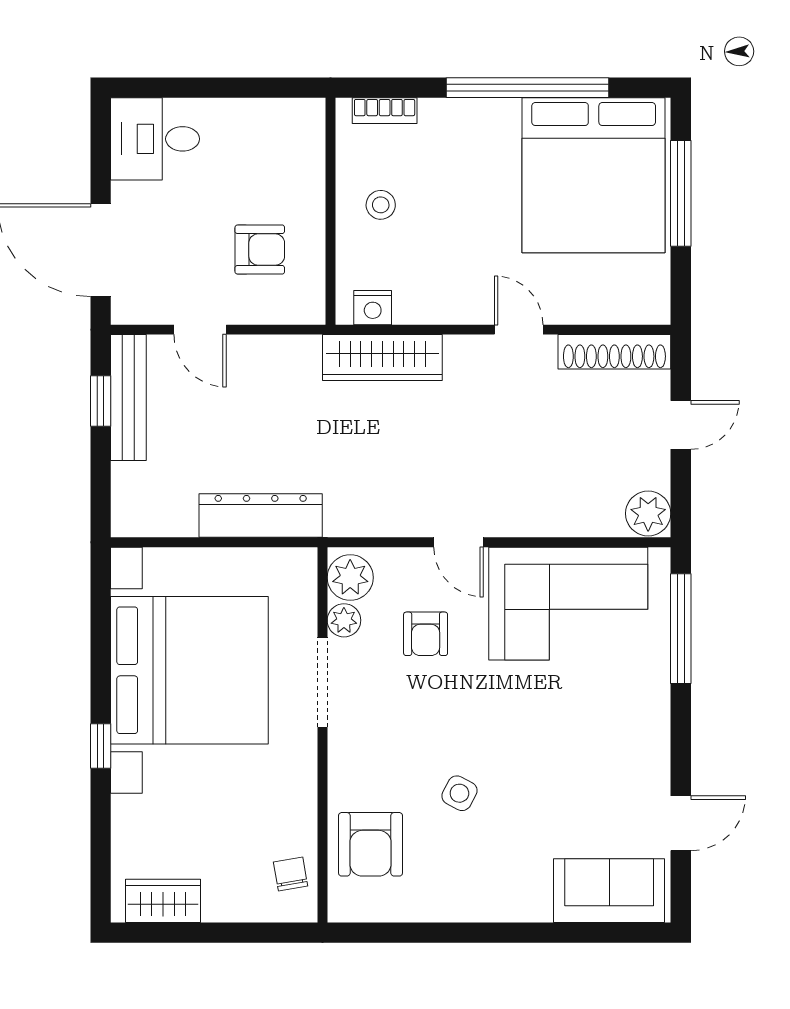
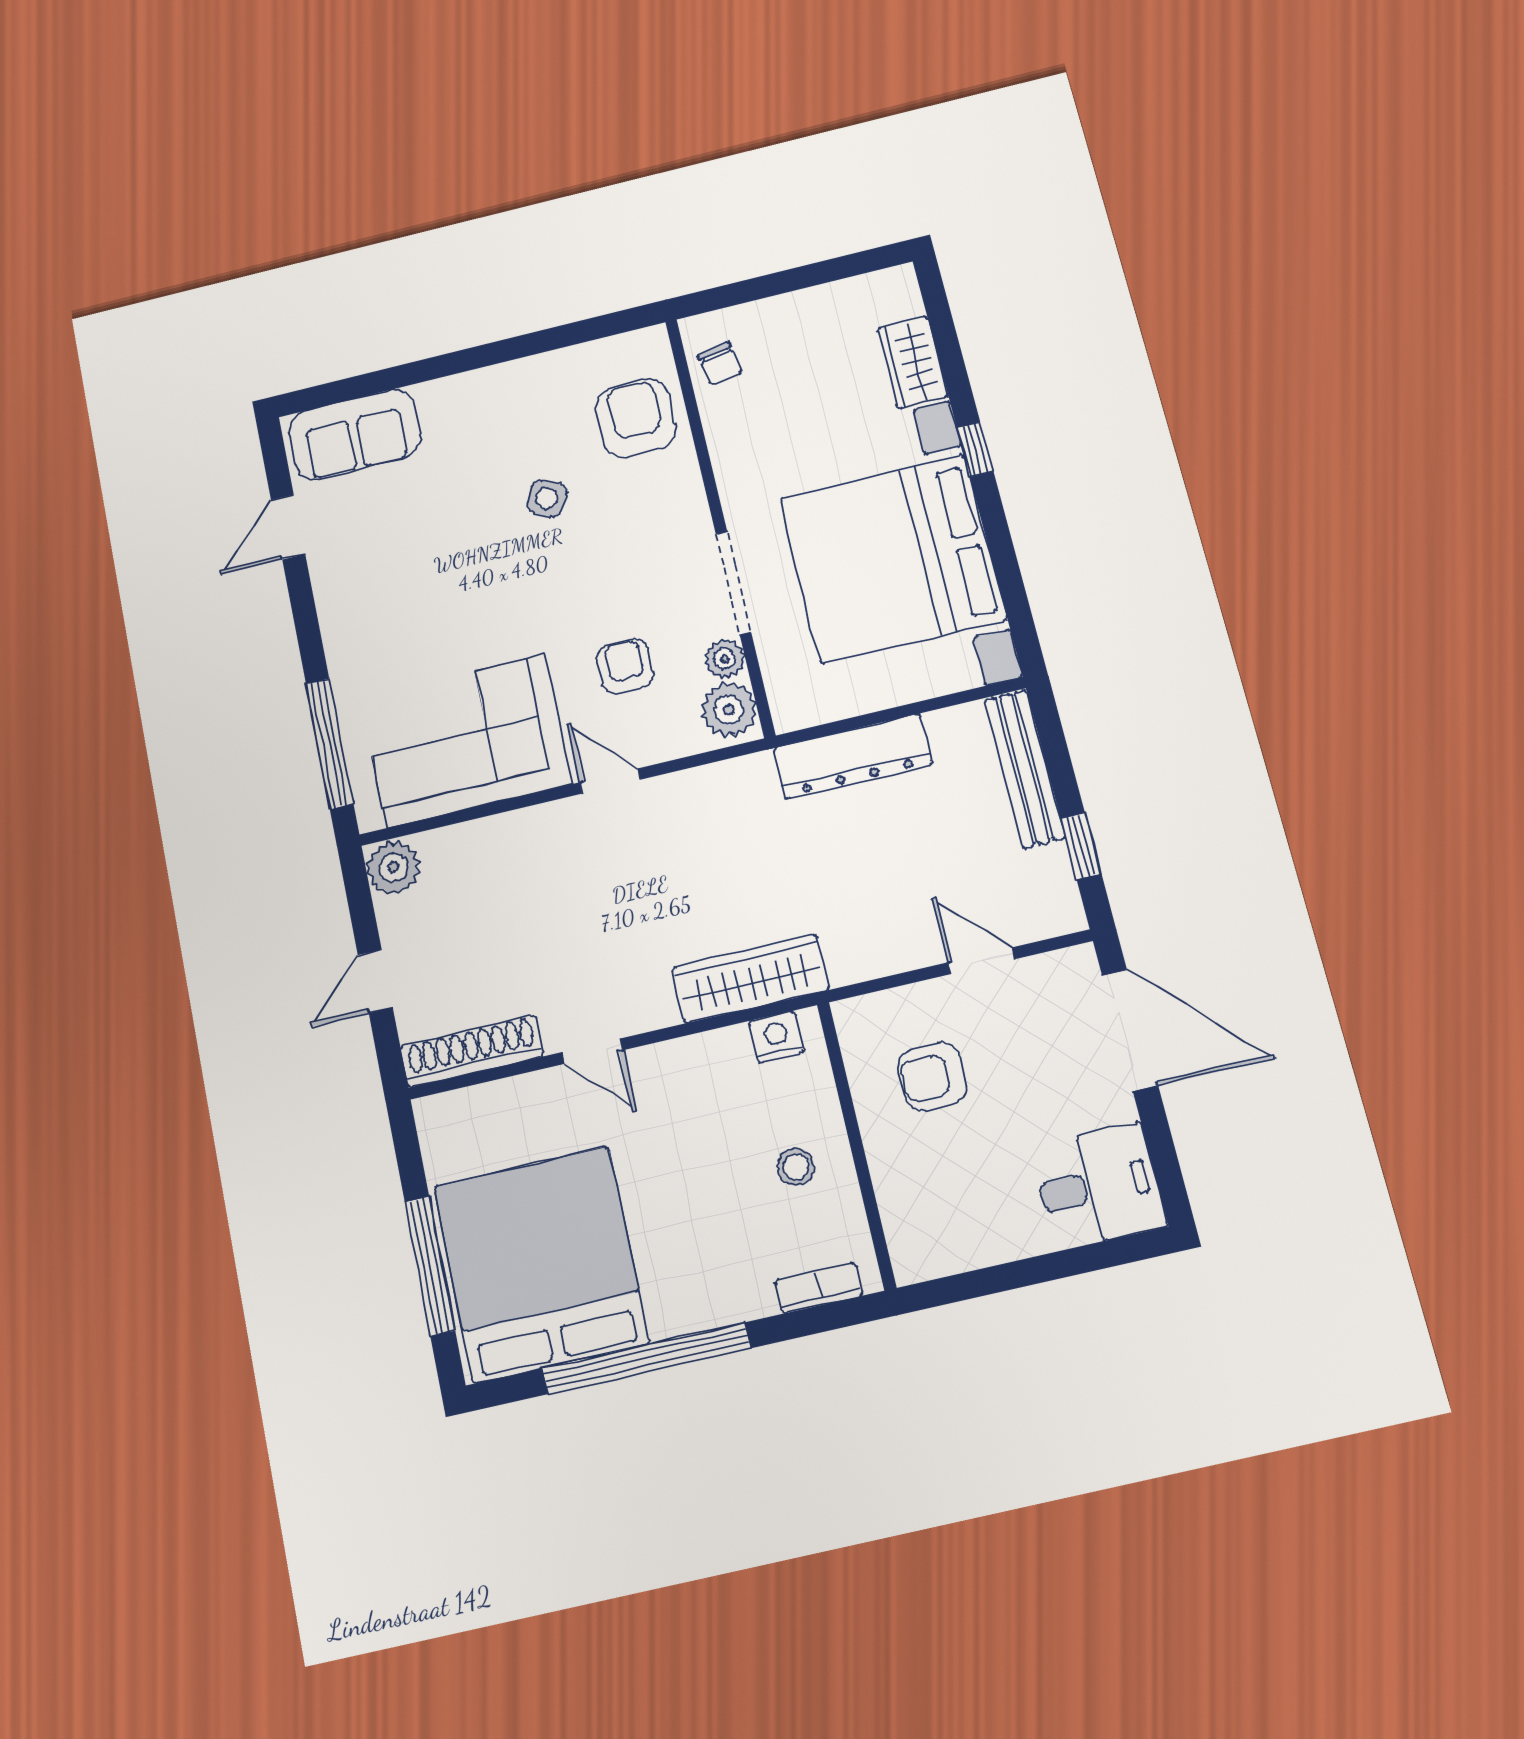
bench: (128, 398) -> (1024, 768), moved
wardrobe: (163, 901) -> (913, 362), moved, turned 90

